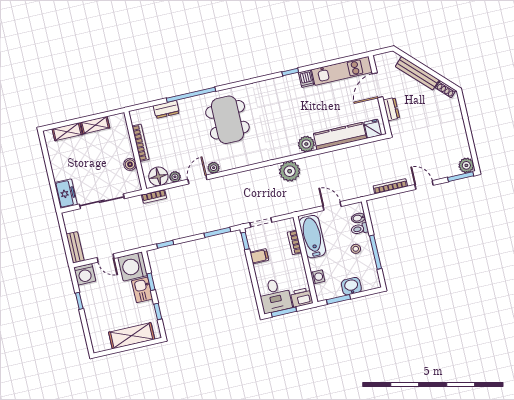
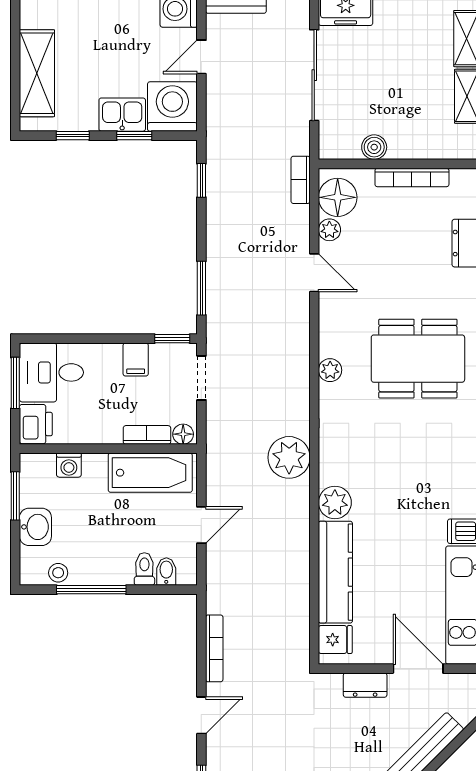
plant: (214, 168) -> (330, 370), moved
floor lamp: (290, 225) -> (183, 434), added
stool: (356, 249) -> (58, 573), moved

